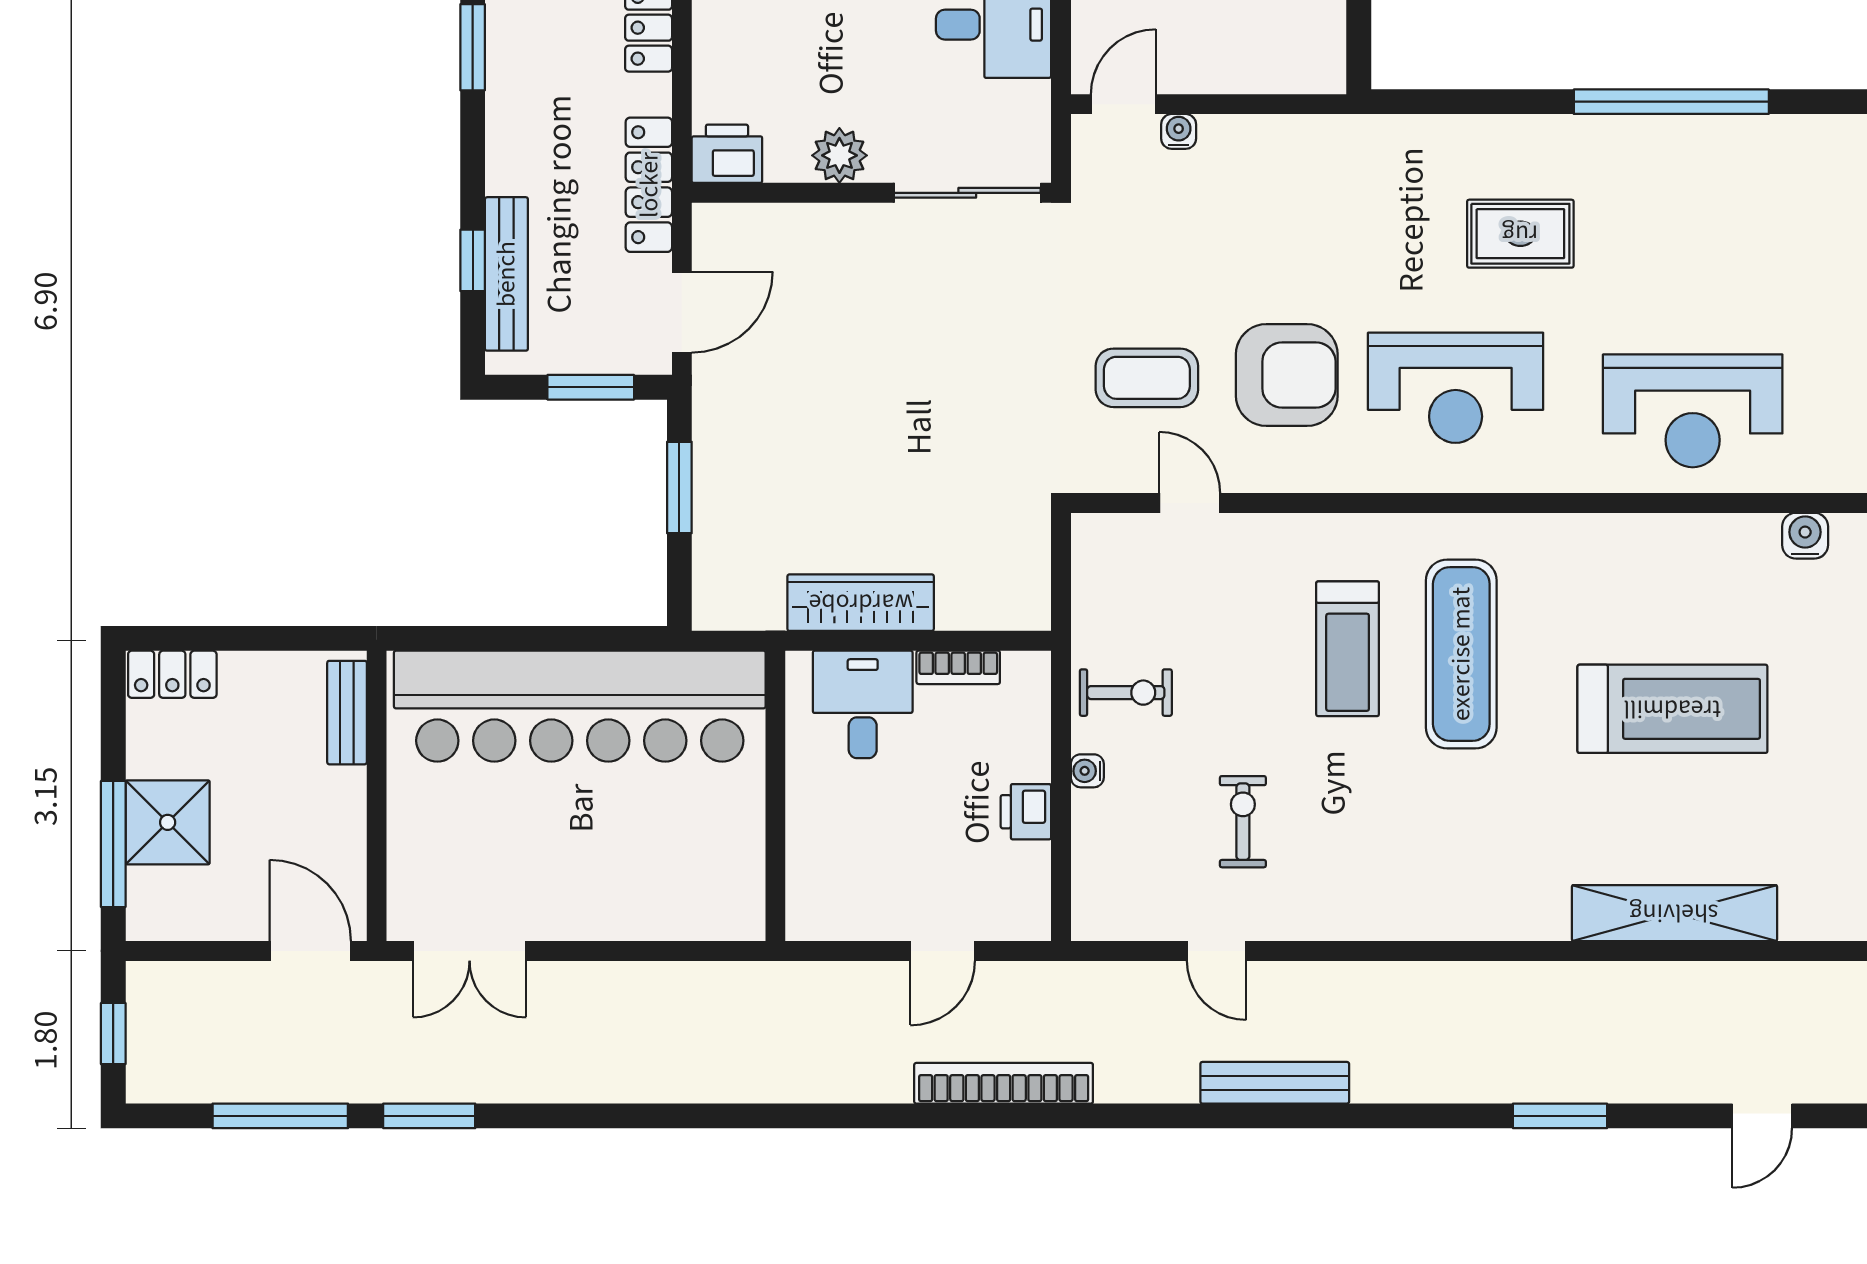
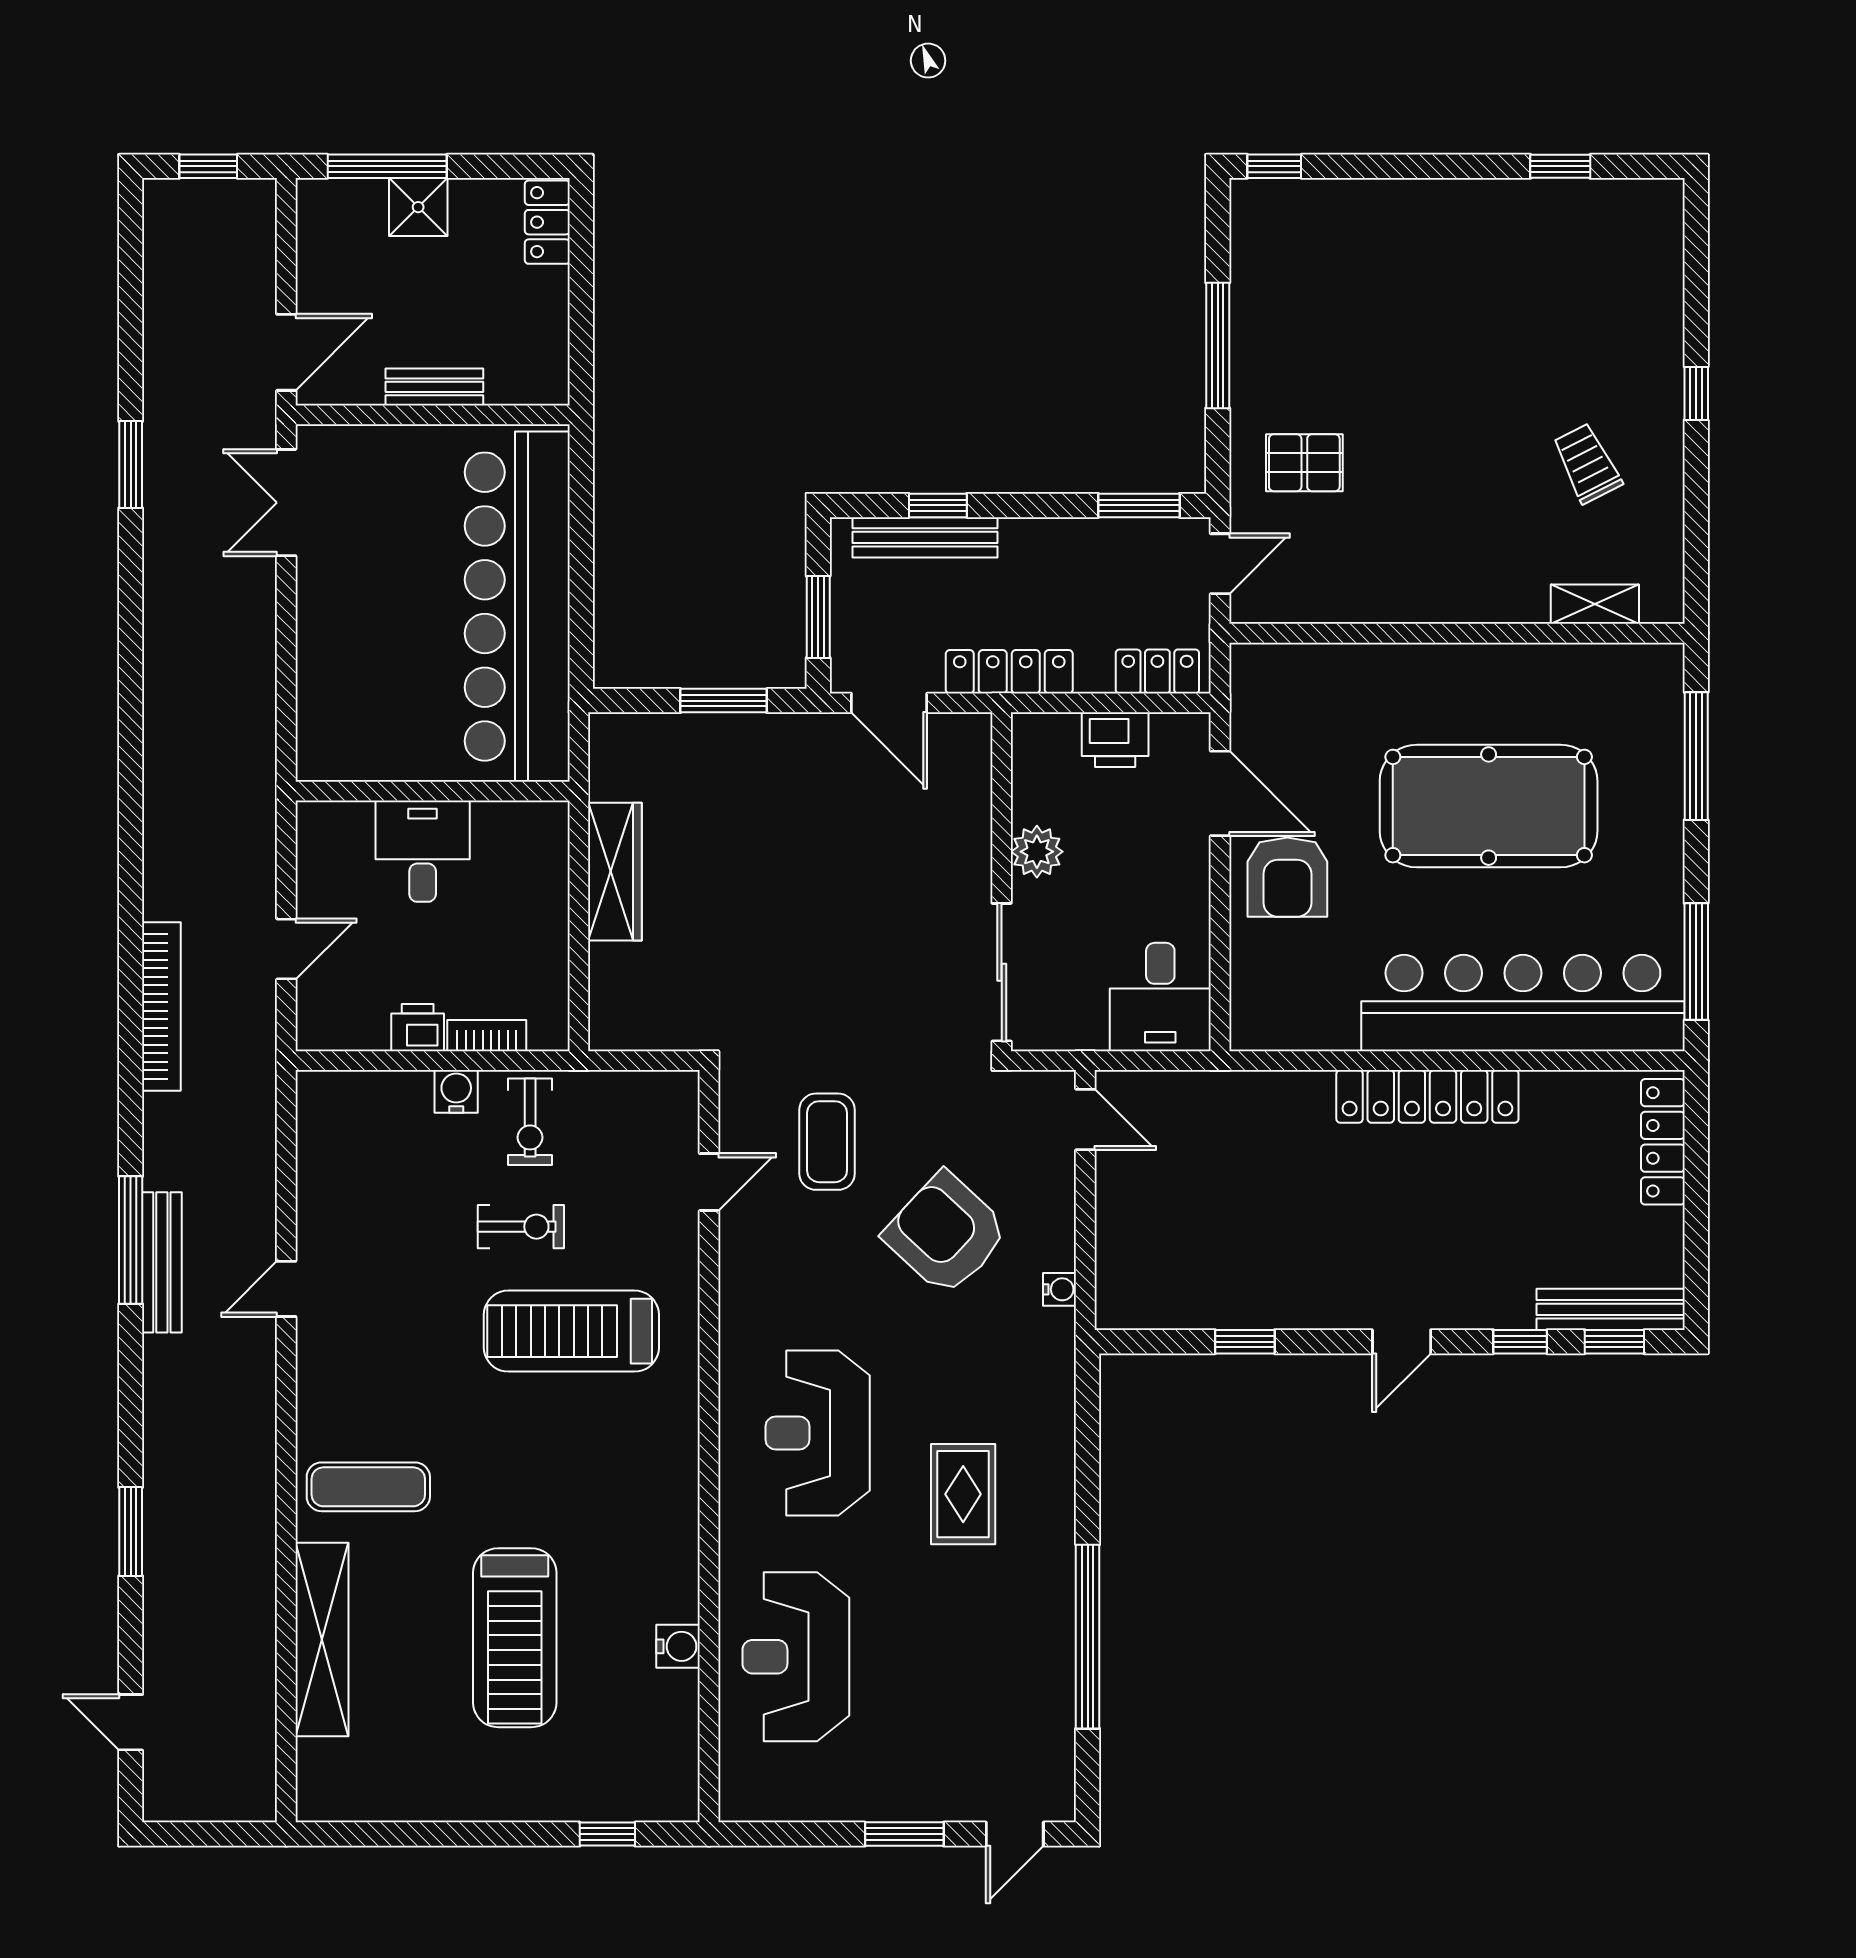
water cooler: (1179, 131) -> (1060, 1289), moved
printer: (727, 154) -> (1115, 740), moved, turned 90
armchair: (1287, 375) -> (946, 1234), moved, turned 133
water cooler: (1805, 536) -> (678, 1646), moved
treadmill: (1348, 649) -> (571, 1331), width x1.37, depth x1.38
exercise mat: (1461, 654) -> (368, 1487), moved, width x0.73, depth x0.69
bookcase: (958, 667) -> (487, 1036), moved, turned 90
desk: (863, 704) -> (423, 851), moved, turned -90
bench: (347, 713) -> (434, 387), moved
water cooler: (1087, 771) -> (456, 1091), width x1.38, depth x1.38
shower: (168, 822) -> (418, 207), width x0.73, depth x0.73
exercise bike: (1243, 822) -> (521, 1227), moved
door: (943, 951) -> (286, 949), swing flipped
door: (1216, 951) -> (286, 1289), moved
window: (280, 1116) -> (131, 1240), moved

